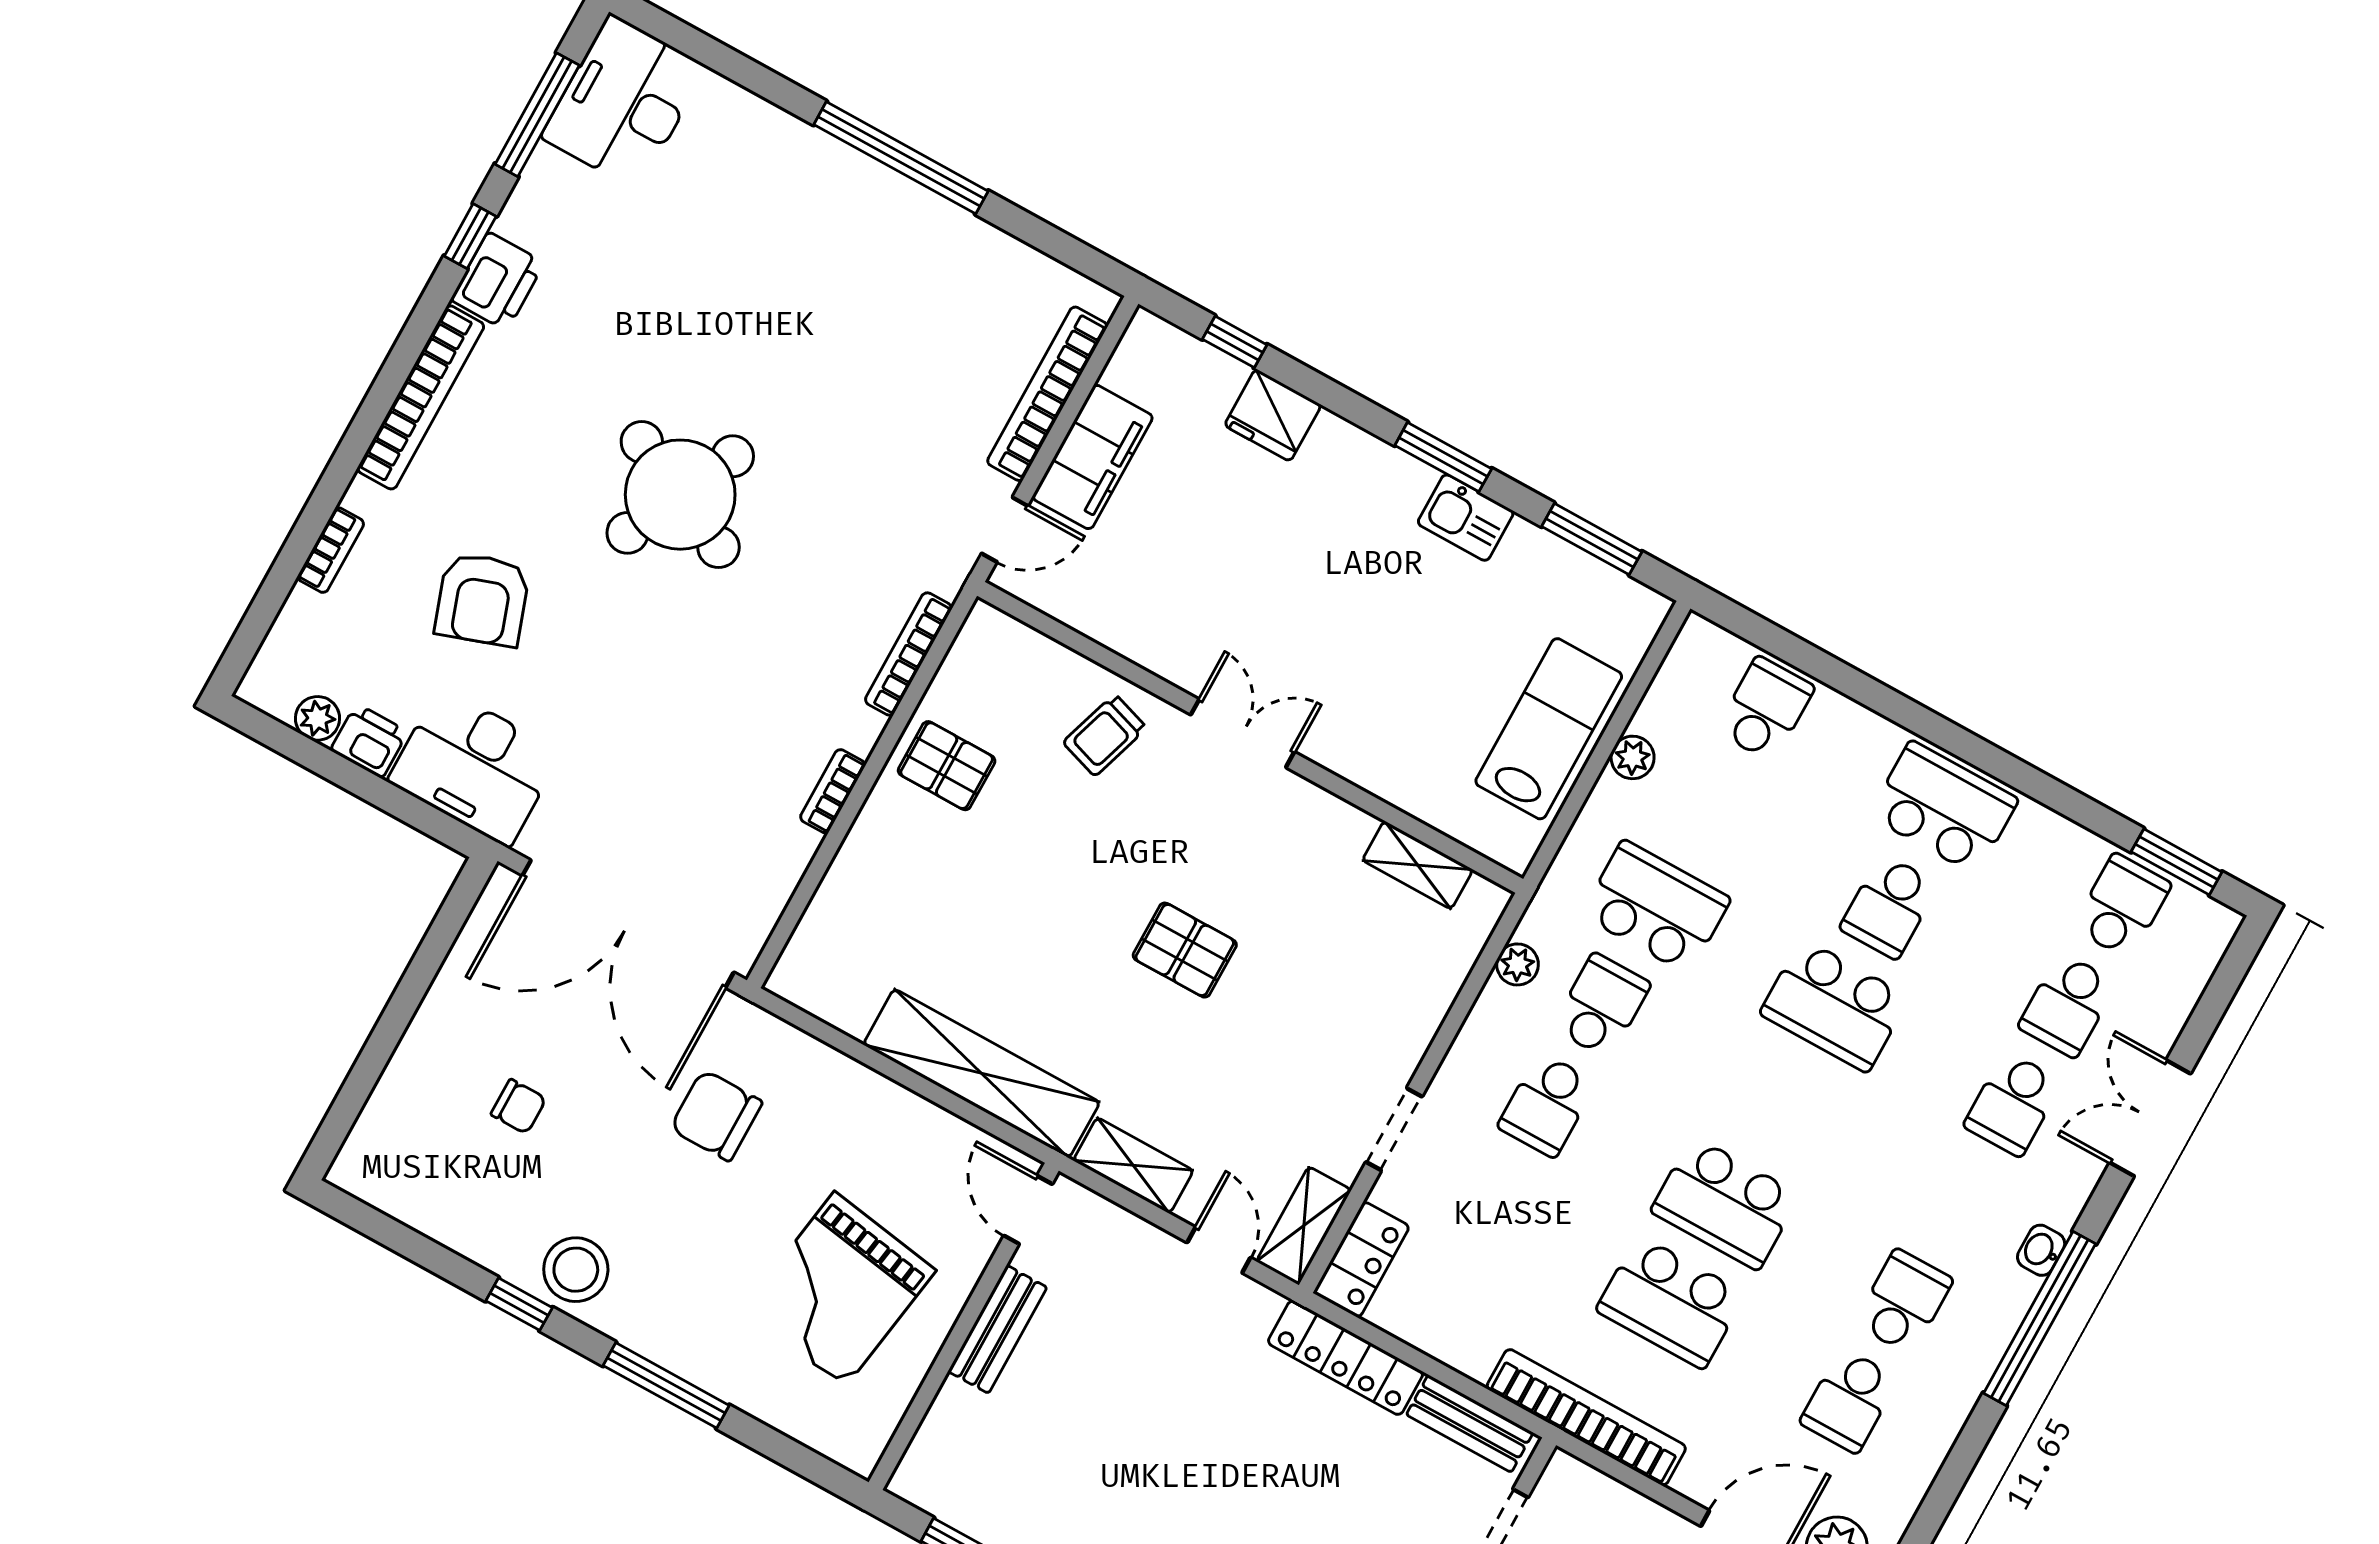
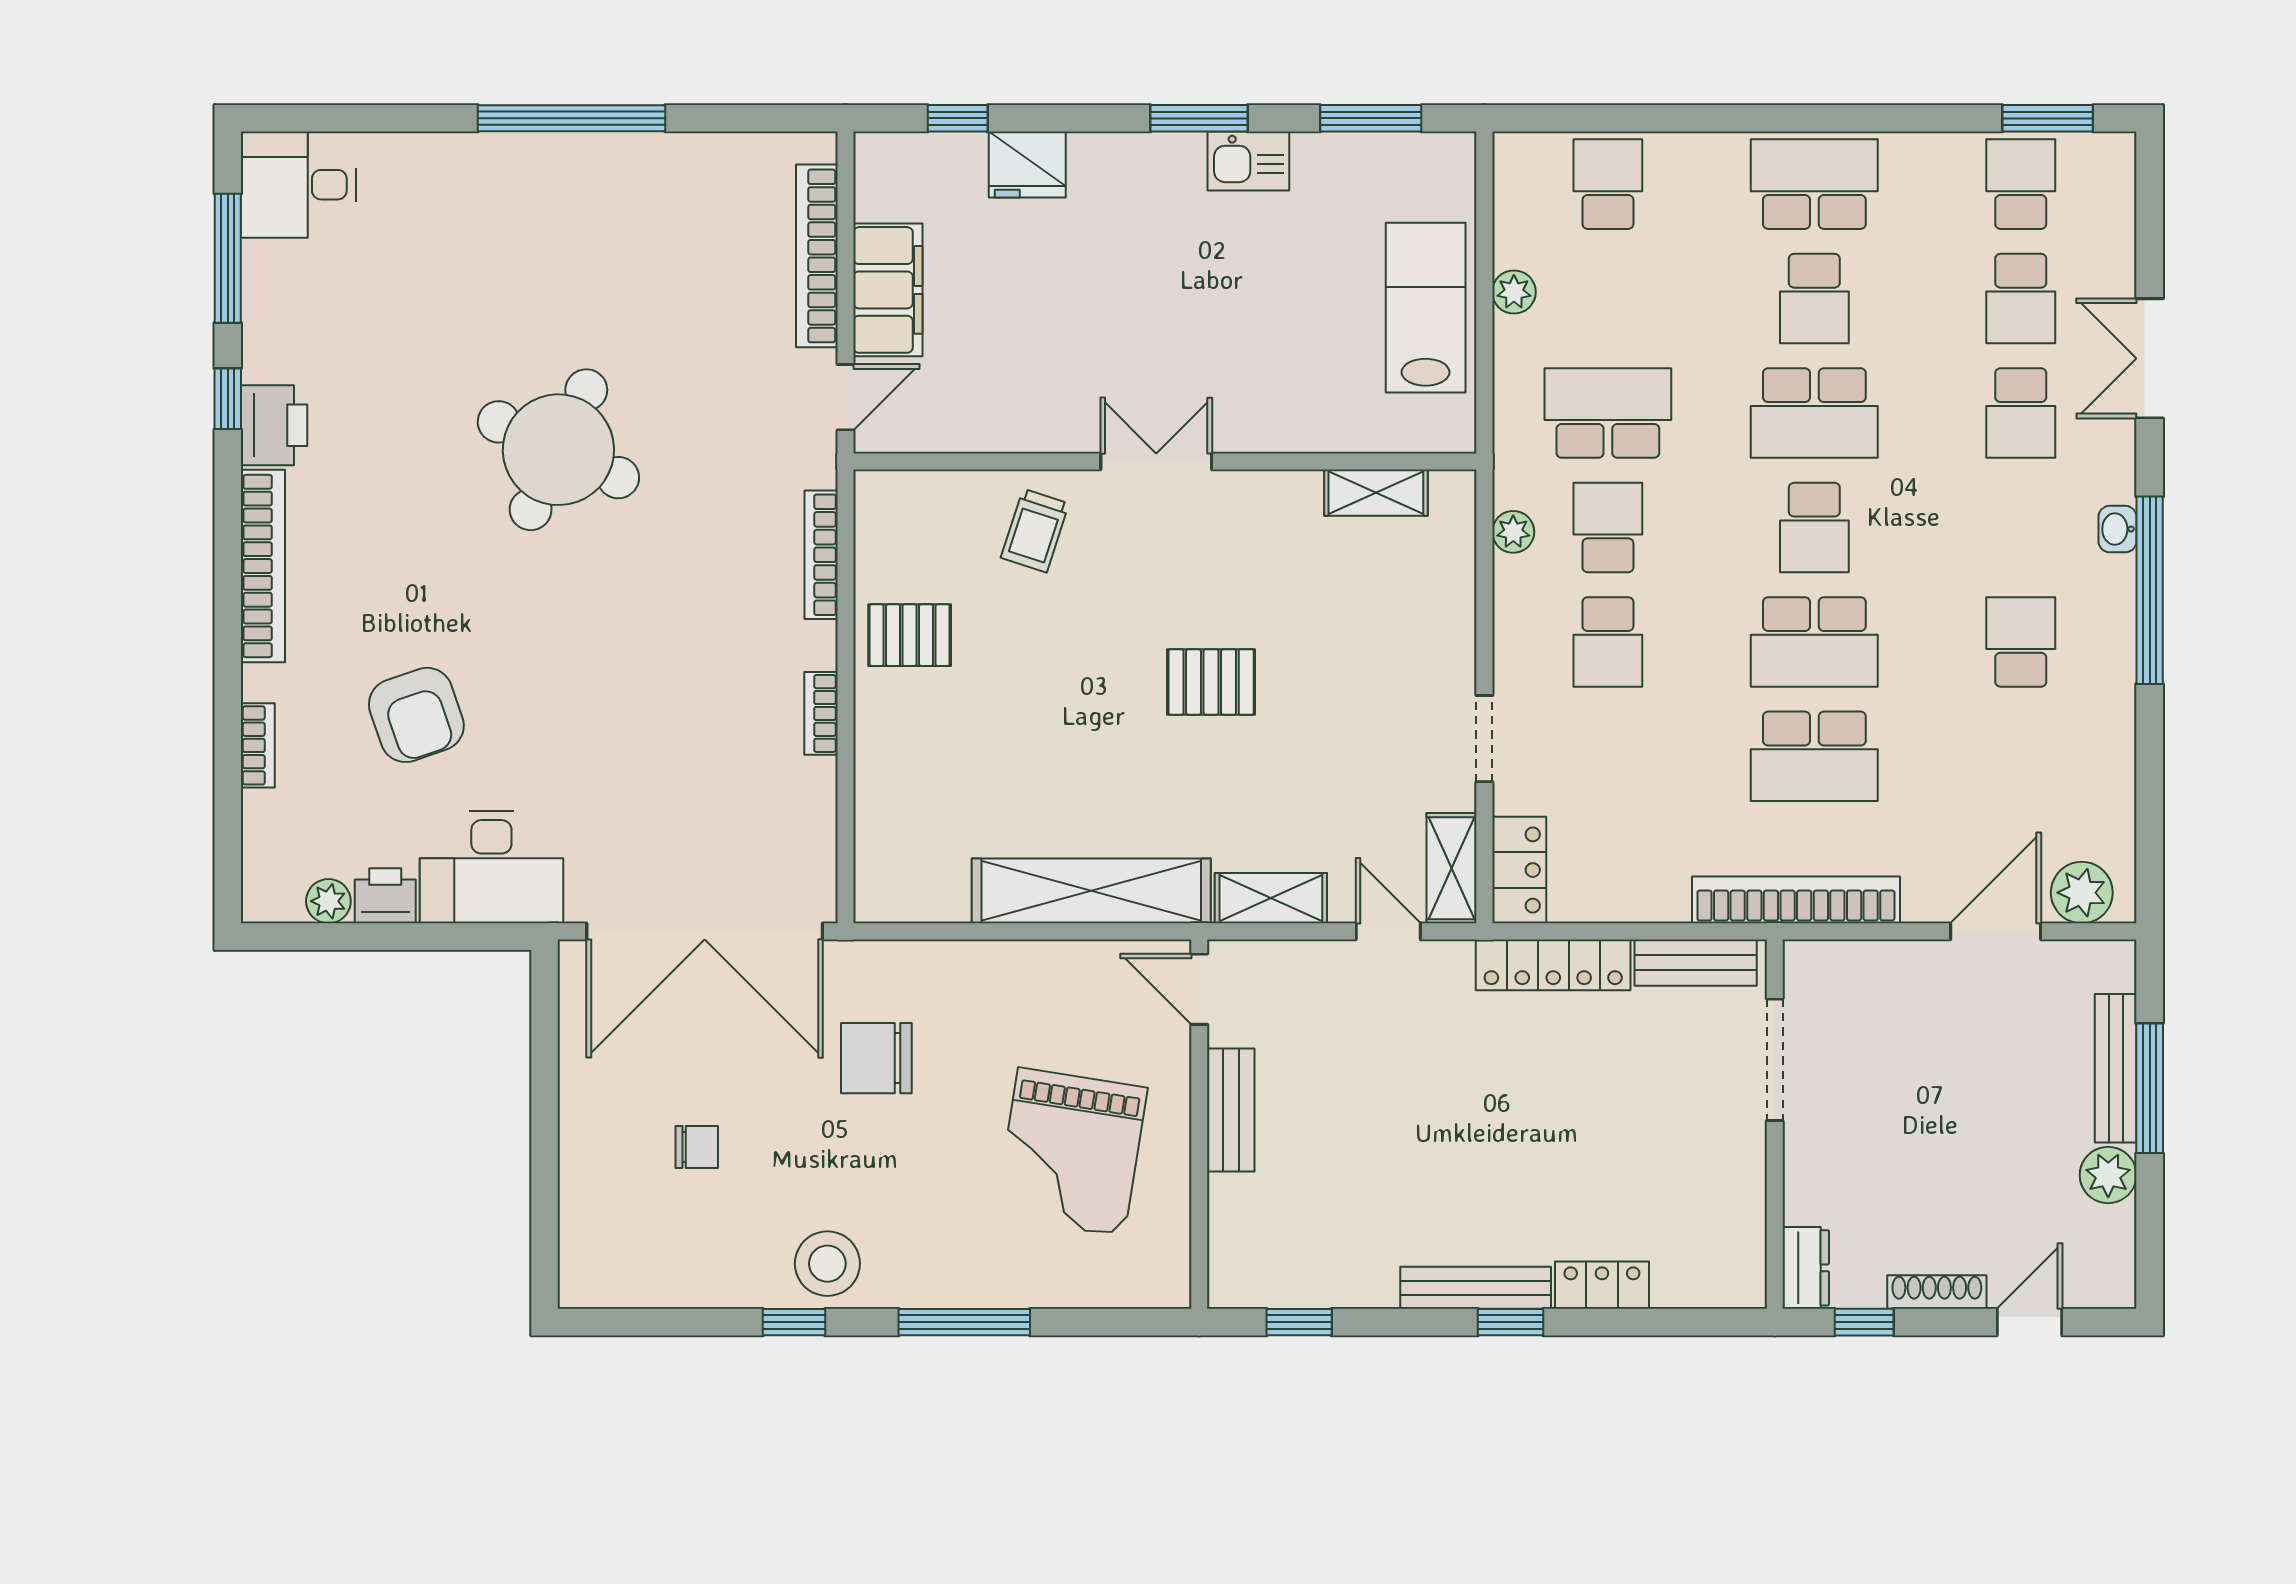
desk: (624, 102) -> (298, 185), width x0.73
round table: (680, 495) -> (558, 450), moved
school desk: (1849, 1401) -> (1814, 527), moved

